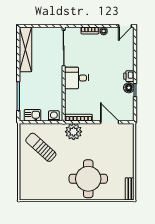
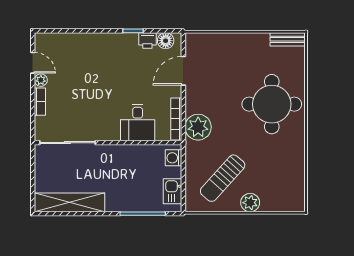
door: (125, 26) -> (33, 63), moved
printer: (129, 76) -> (147, 41), moved
desk: (76, 78) -> (138, 123), moved
floor lamp: (129, 88) -> (166, 41), moved
plant: (25, 165) -> (250, 203), added

